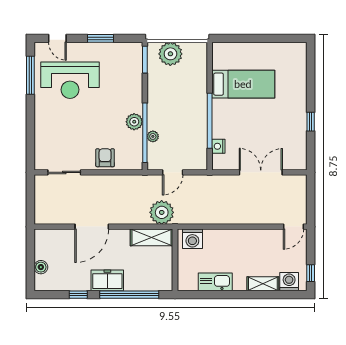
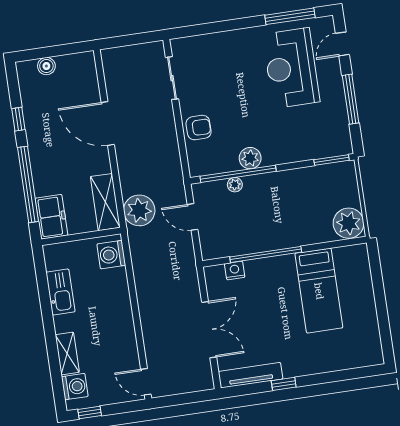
window: (100, 38) -> (351, 99), width x1.44
plant: (170, 54) -> (349, 223), moved
tv unit: (300, 146) -> (251, 375), added
freezer: (107, 280) -> (51, 217), moved

